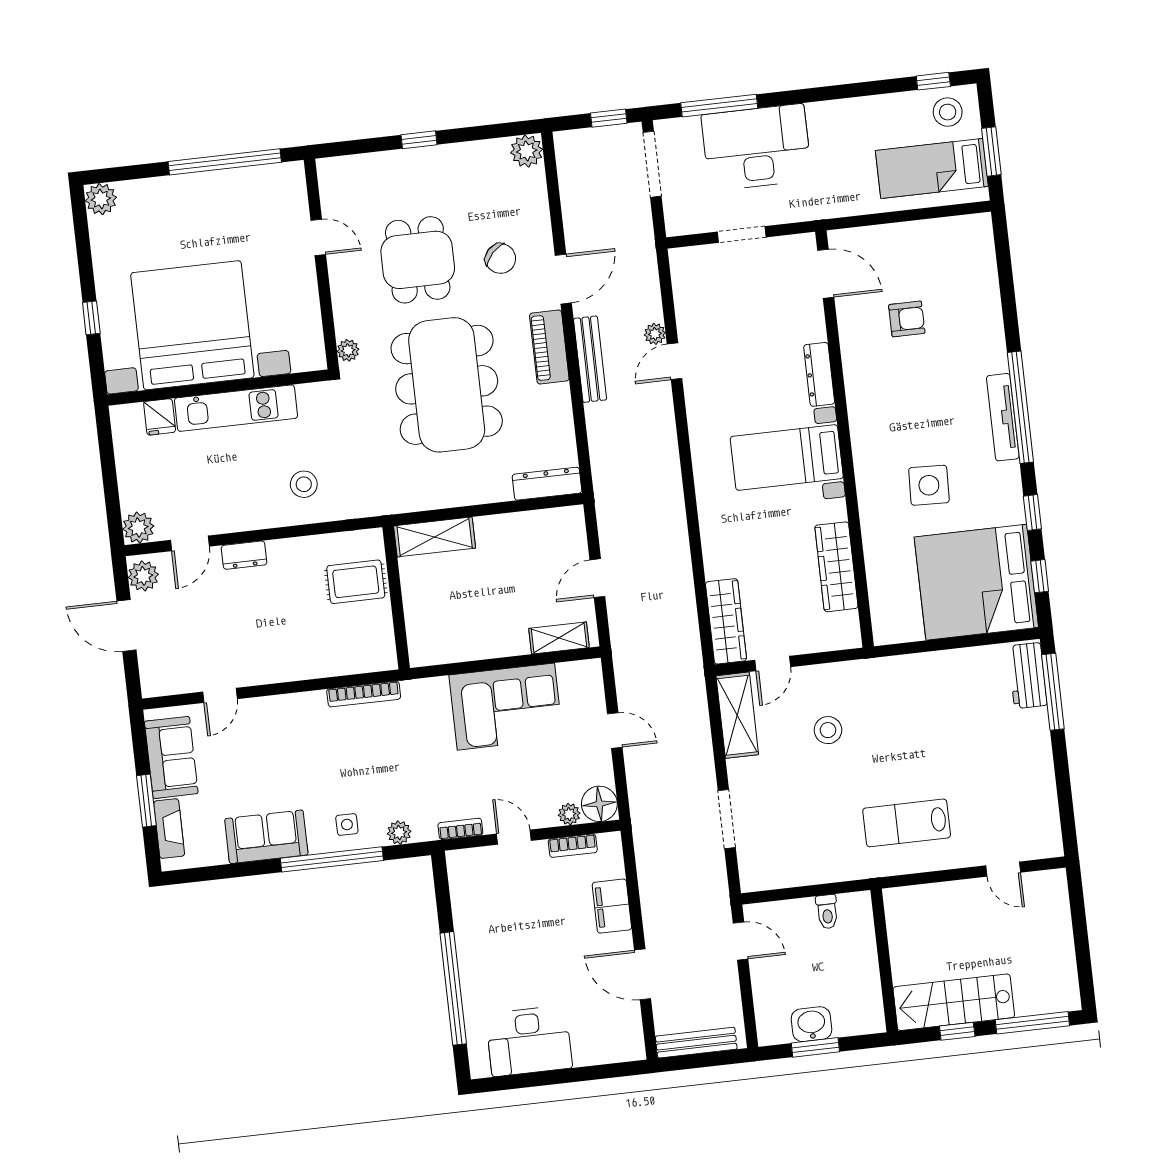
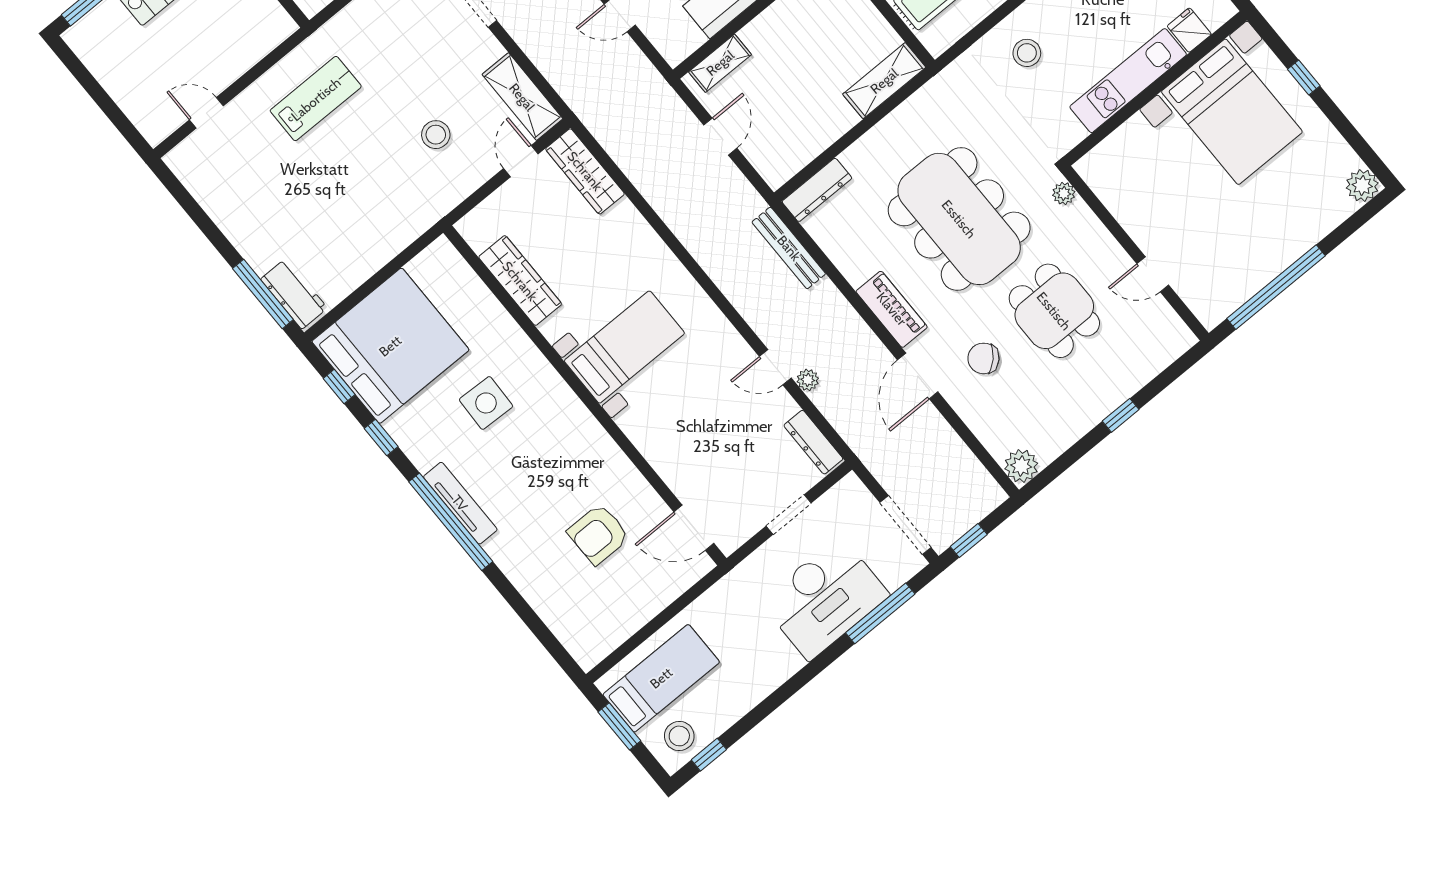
armchair: (907, 319) -> (598, 534), width x1.38, depth x1.38
bed with nightstands: (192, 325) -> (1232, 112), width x0.73
bench: (590, 359) -> (789, 248), moved
door: (675, 361) -> (775, 367), swing flipped
dresser: (819, 374) -> (813, 442), moved, turned 180

